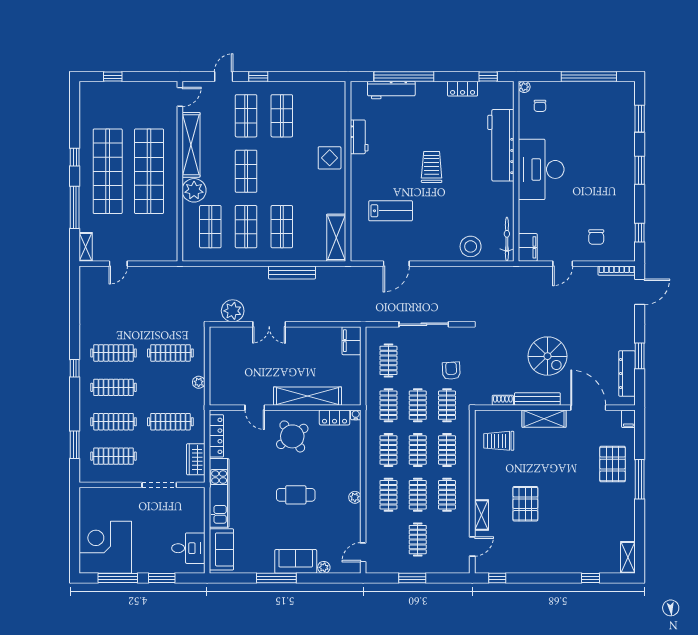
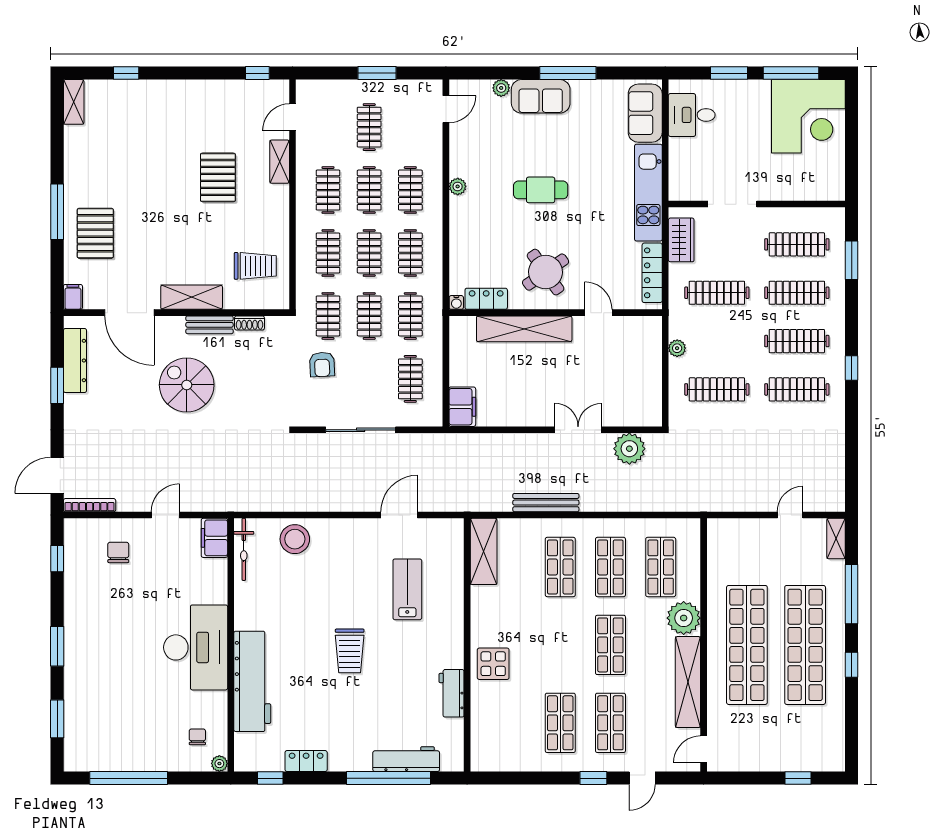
lab bench: (391, 211) -> (407, 589), turned 90
bench: (537, 399) -> (210, 325), width x0.73

